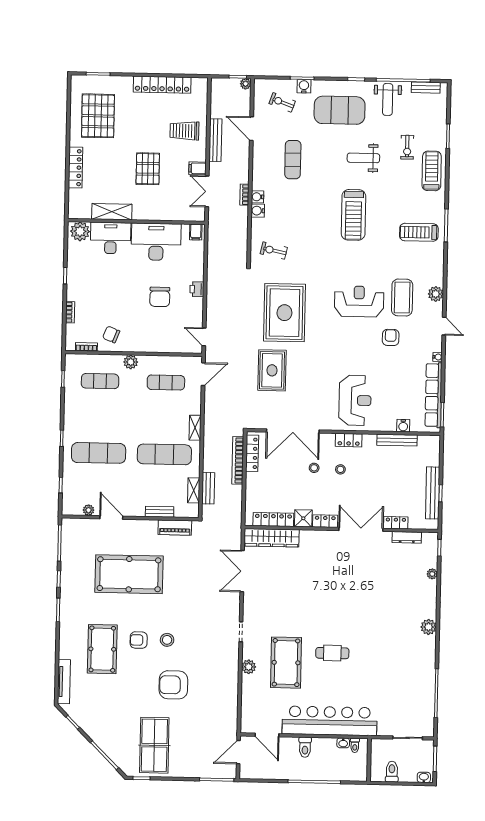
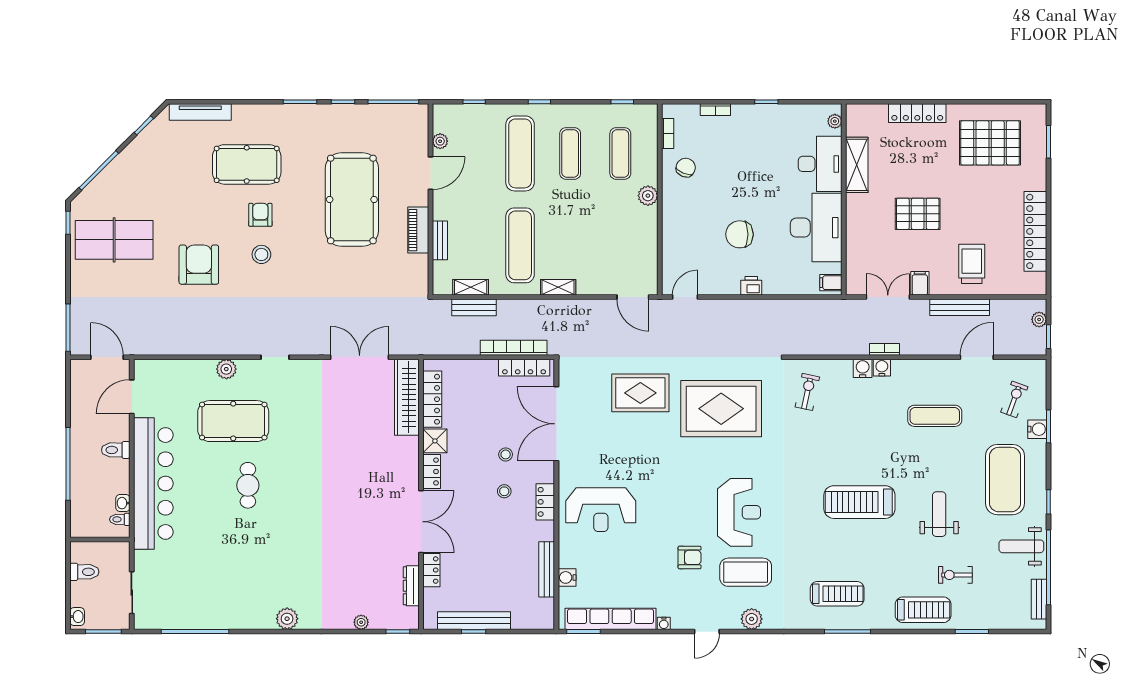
plant: (246, 84) -> (1039, 319), moved
plant: (80, 231) -> (835, 121), width x0.53, depth x0.53
treadmill: (419, 232) -> (837, 594), turned 90
exercise mat: (166, 382) -> (570, 153), moved
piano: (175, 528) -> (418, 230), moved

